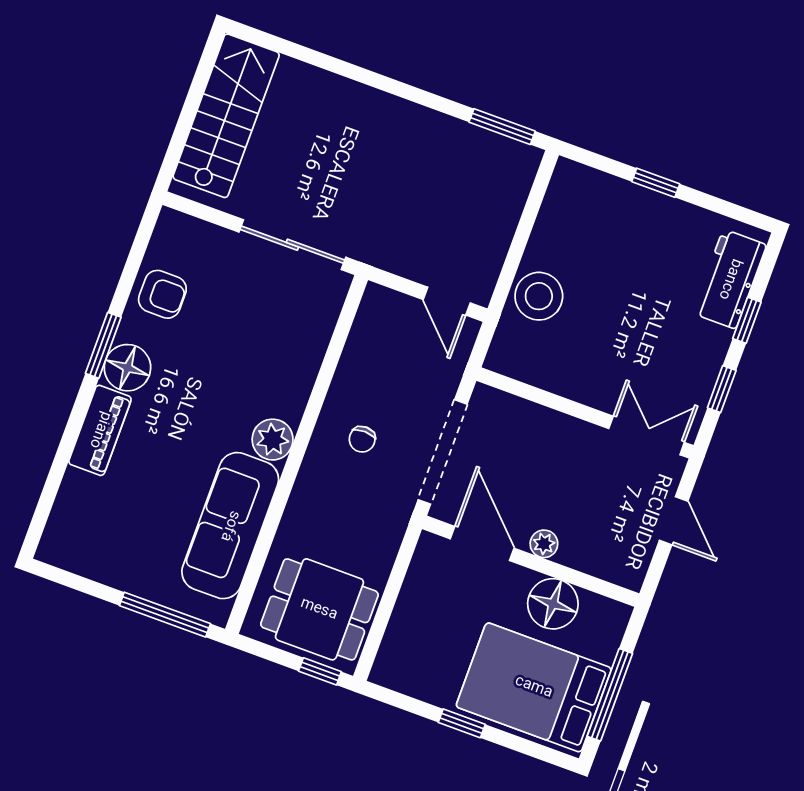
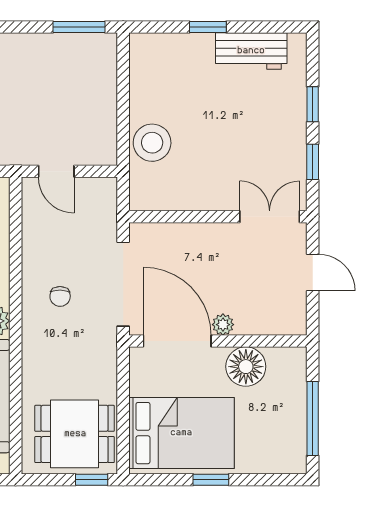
workbench: (730, 279) -> (251, 51), moved, turned -90
door: (447, 301) -> (56, 171), moved
door: (482, 543) -> (177, 341), width x1.36
bed: (534, 687) -> (181, 433), moved, turned 180

